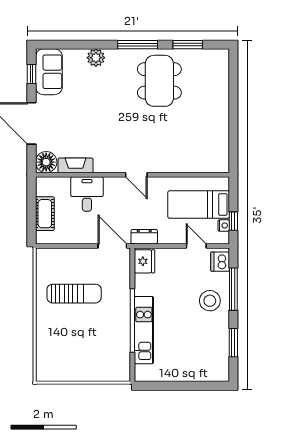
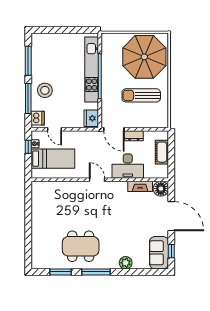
dining table: (159, 81) -> (81, 246), turned 90
desk: (87, 194) -> (128, 166), width x1.37
dresser: (144, 237) -> (134, 136), moved
kitchen unit: (144, 330) -> (92, 70), width x1.36
window: (233, 343) -> (28, 61), width x1.44
parasol: (70, 348) -> (144, 57), added

